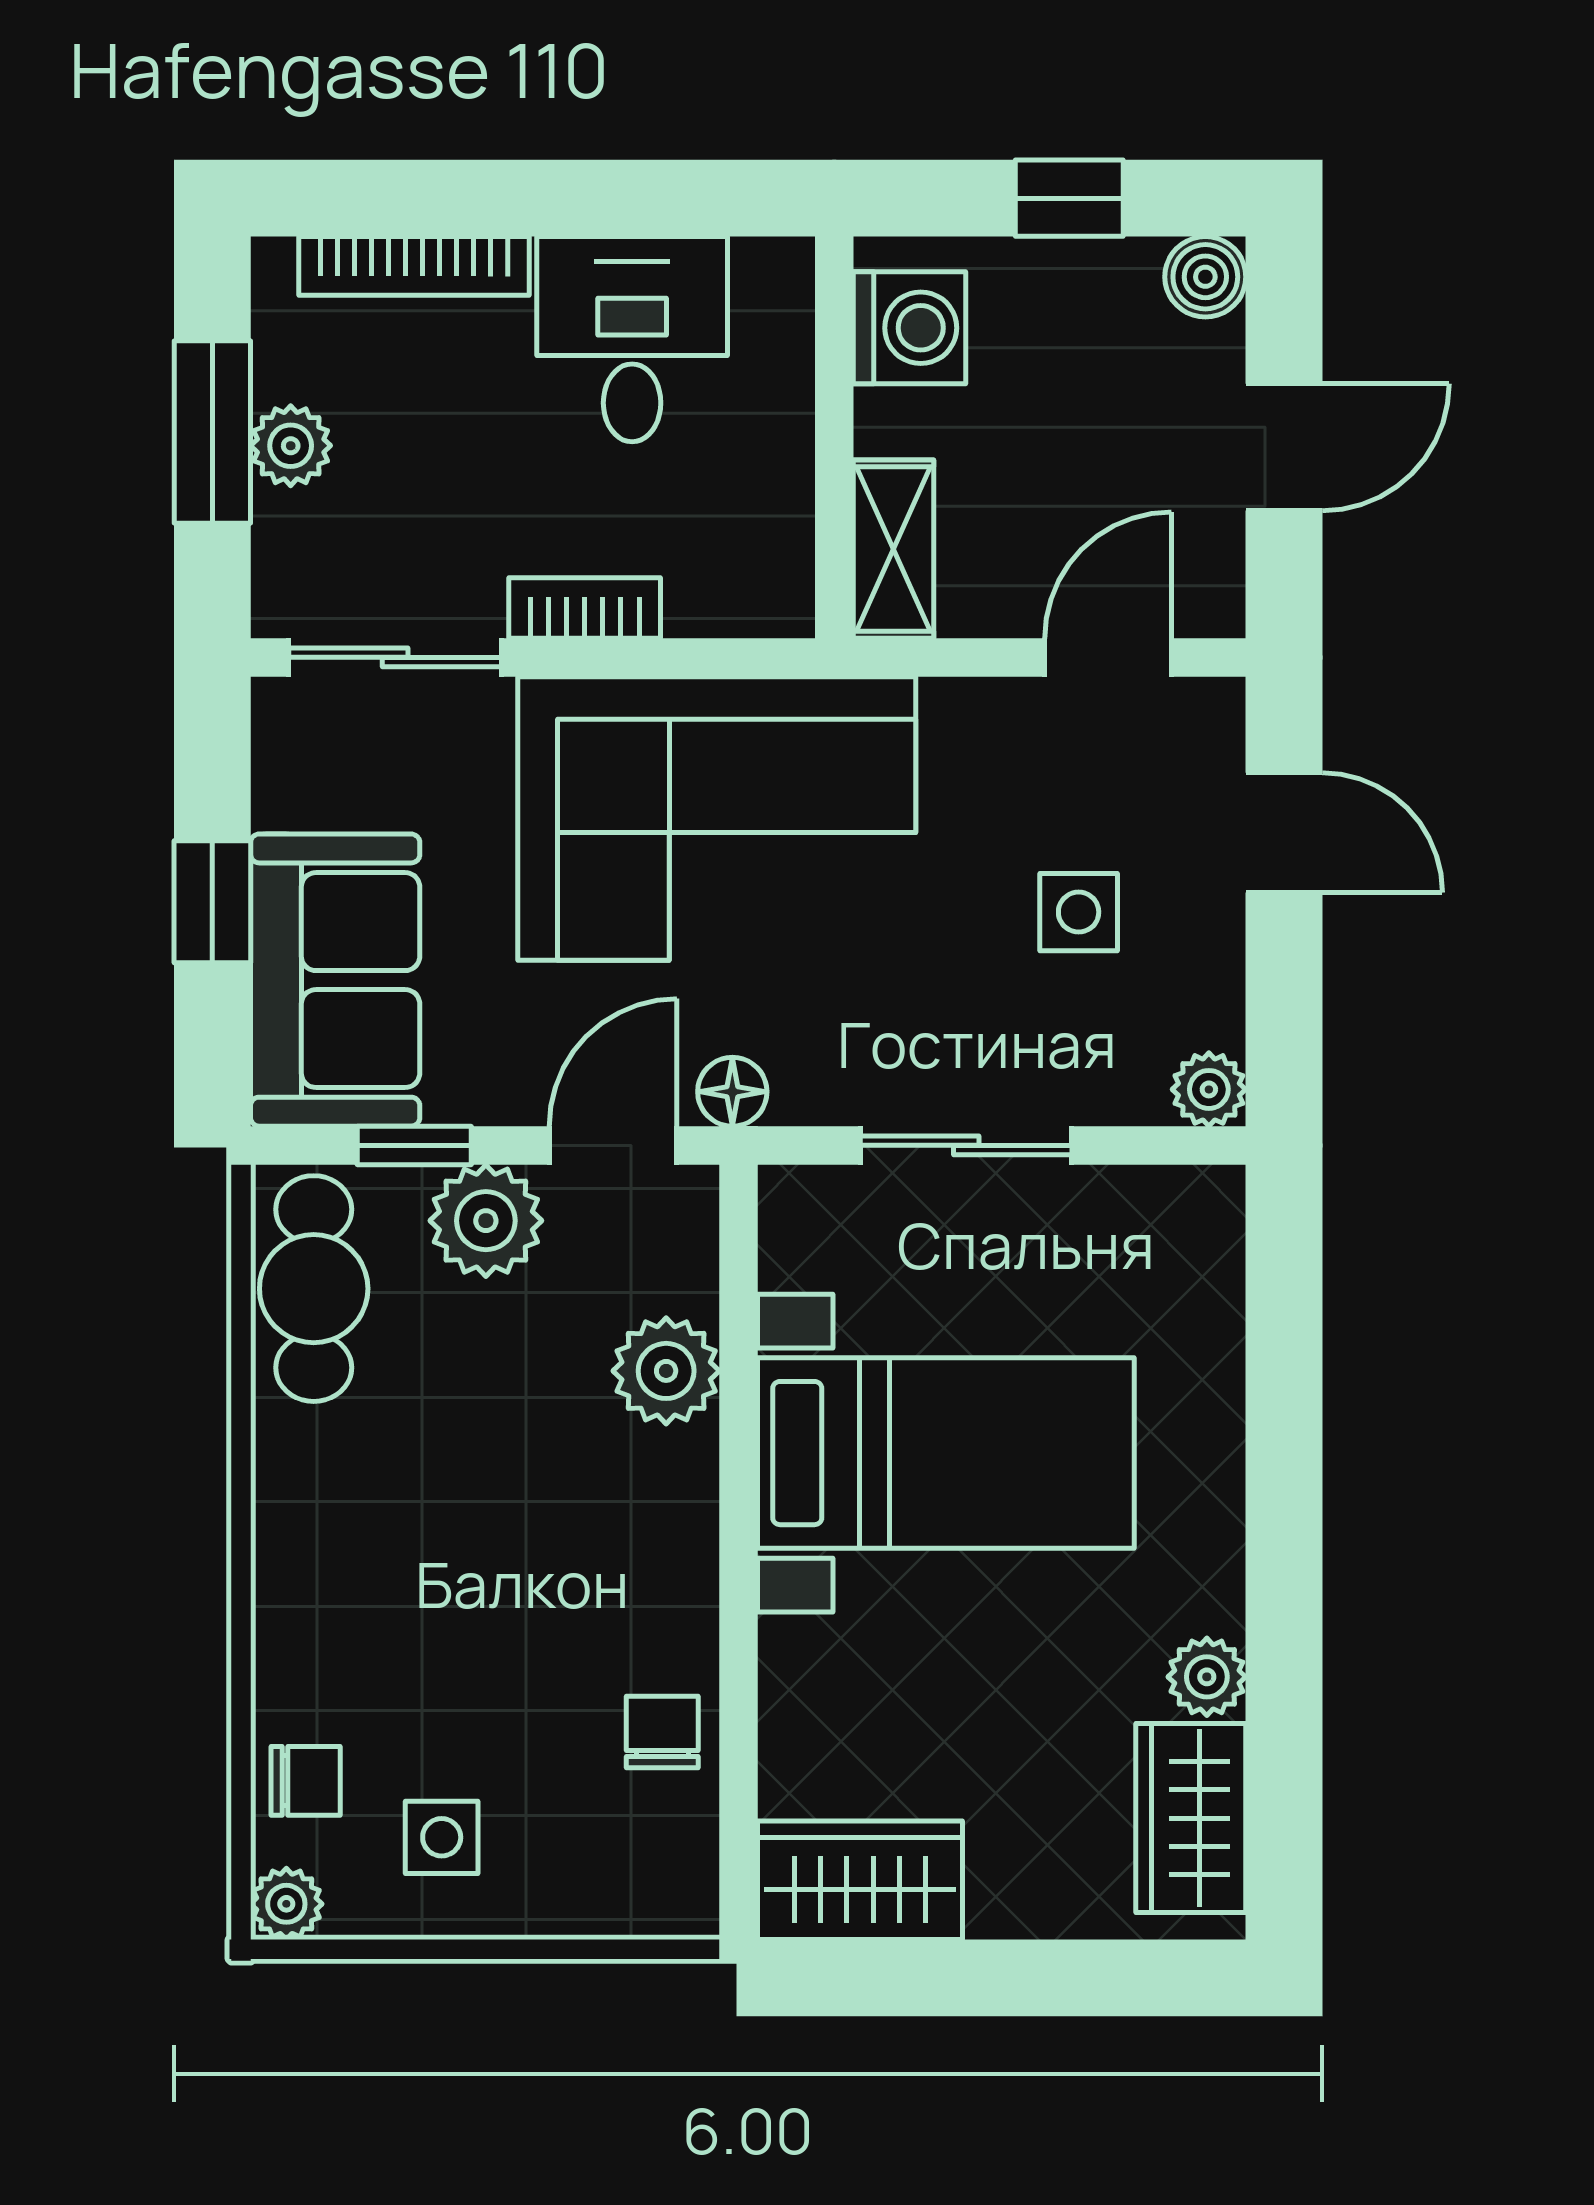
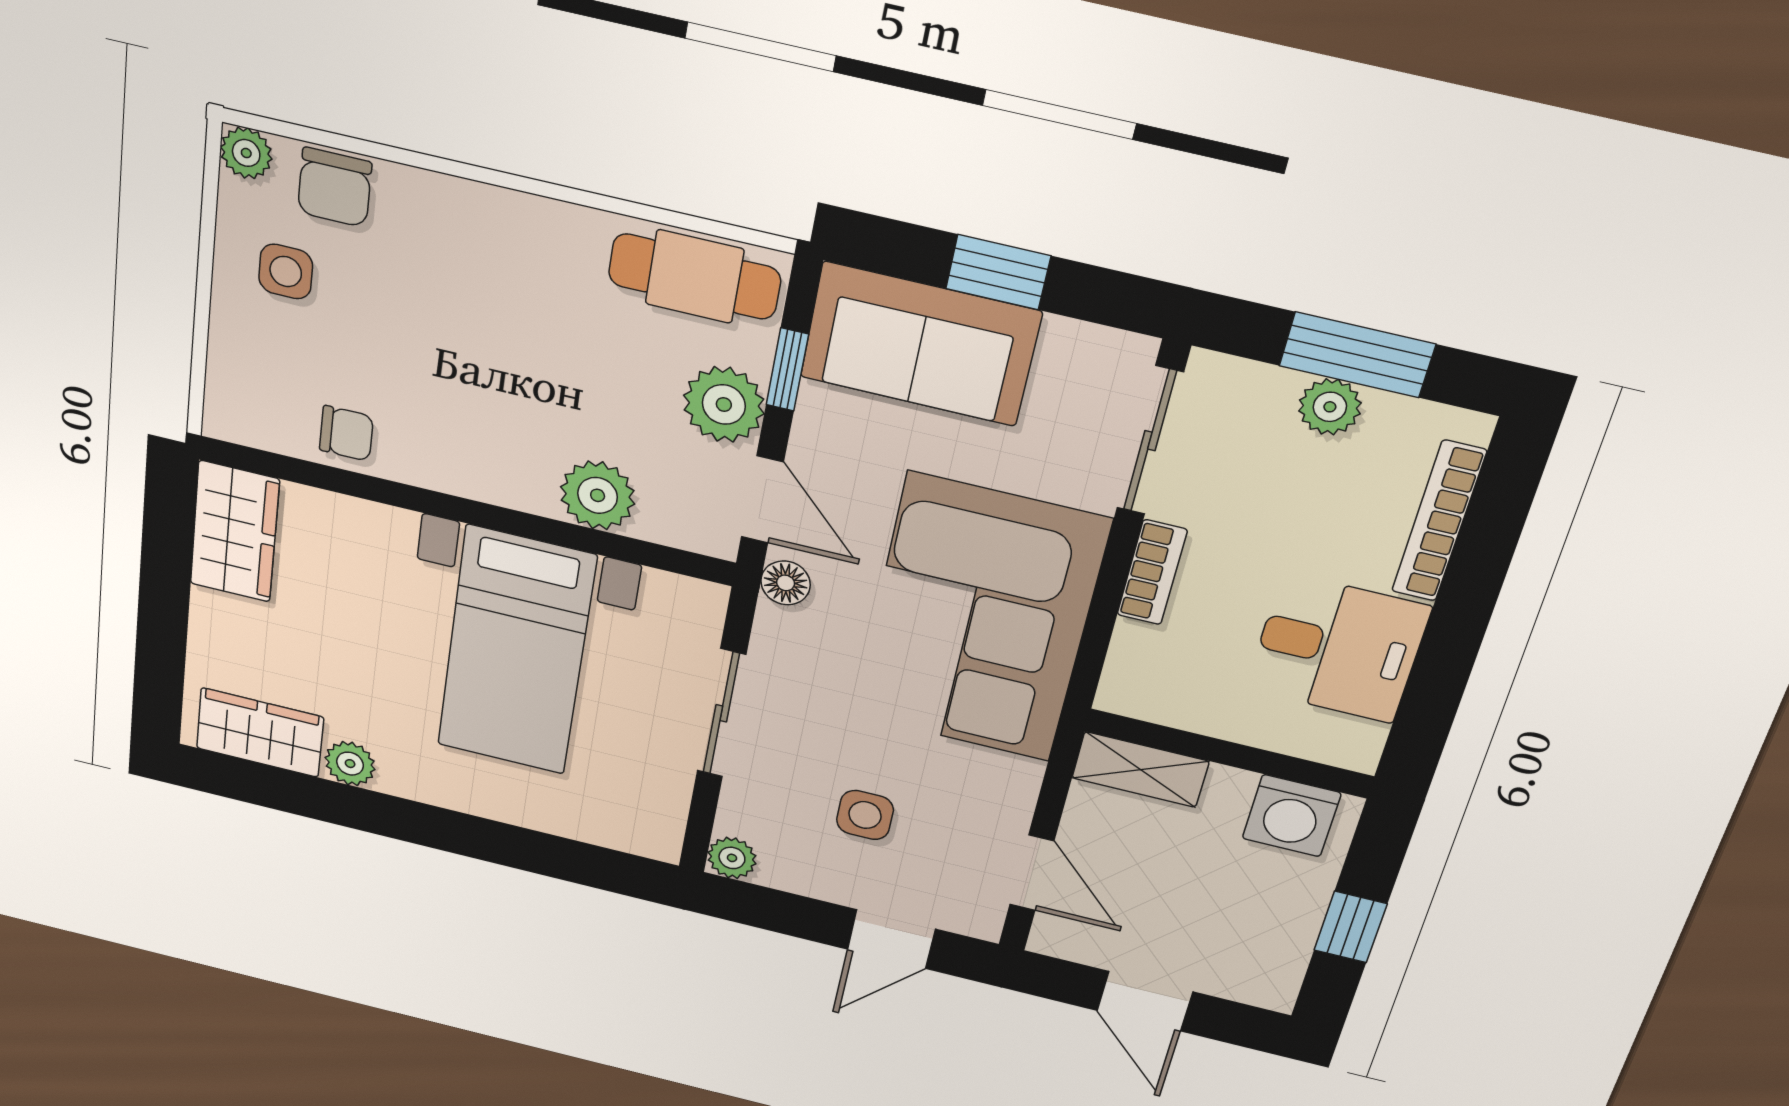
boiler: (1205, 277) -> (1272, 988), removed
chair: (306, 1781) -> (335, 187), width x1.37, depth x1.37

